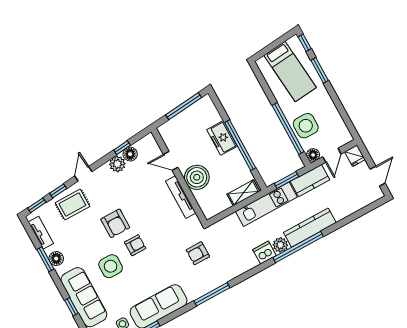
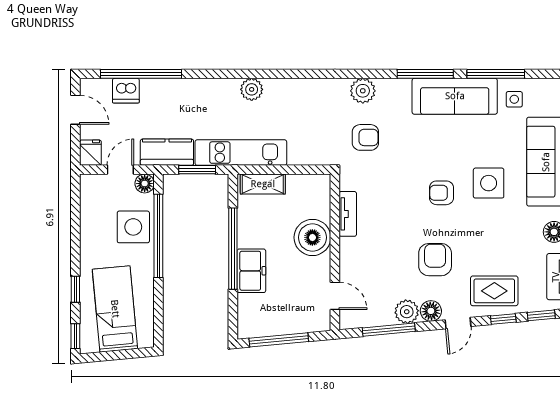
window: (320, 70) -> (75, 289), width x0.67
window: (122, 148) -> (389, 330), width x2.17
floor lamp: (130, 154) -> (431, 311), moved
door: (171, 161) -> (335, 296), moved
door: (378, 176) -> (75, 110), swing flipped
tv unit: (181, 197) -> (348, 214), width x0.71
armchair: (115, 223) -> (435, 260), moved
kitchen counter: (310, 228) -> (201, 91), removed
window: (298, 247) -> (141, 74), moved
dishwasher: (265, 253) -> (126, 91), moved
plant: (214, 280) -> (363, 91), added
window: (212, 294) -> (425, 74), moved

